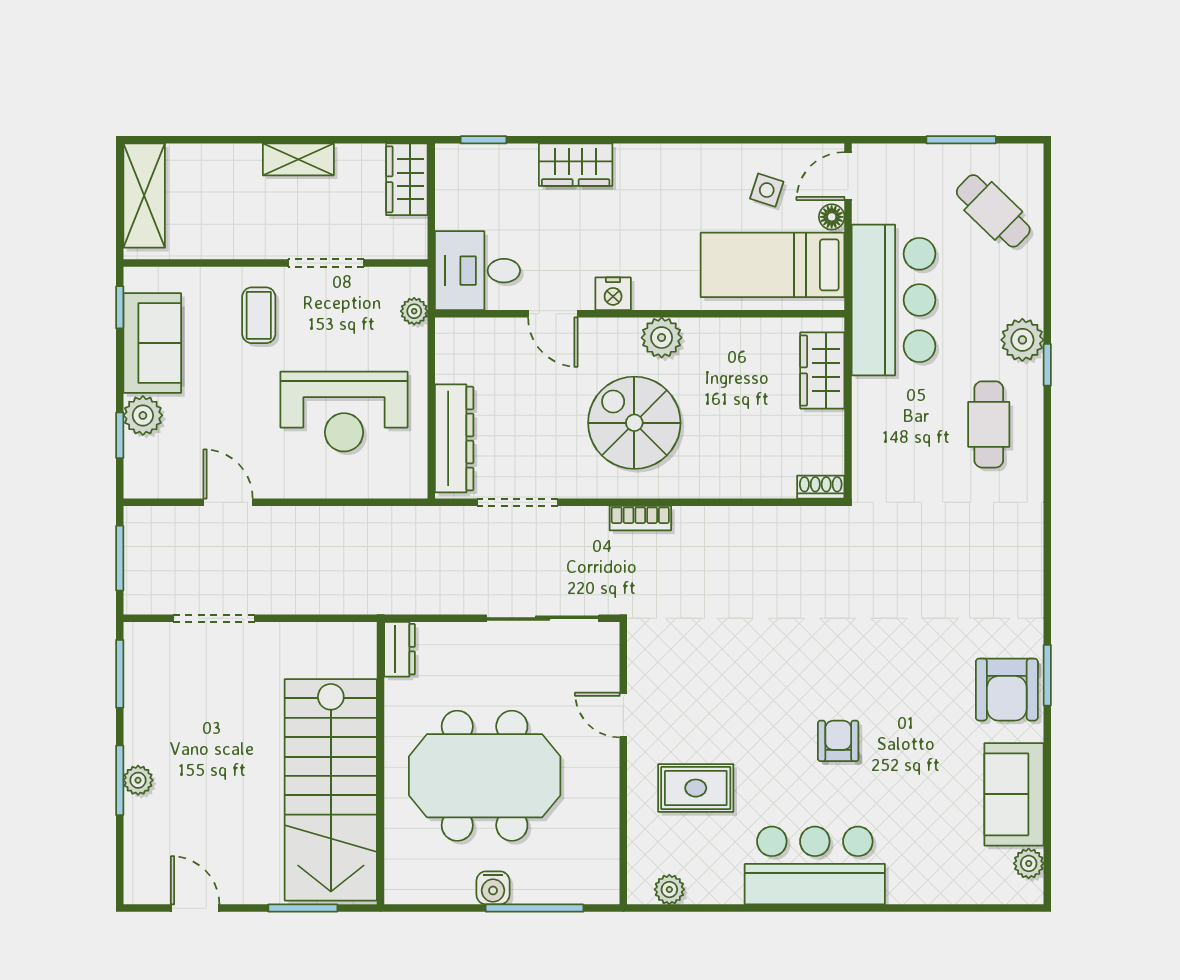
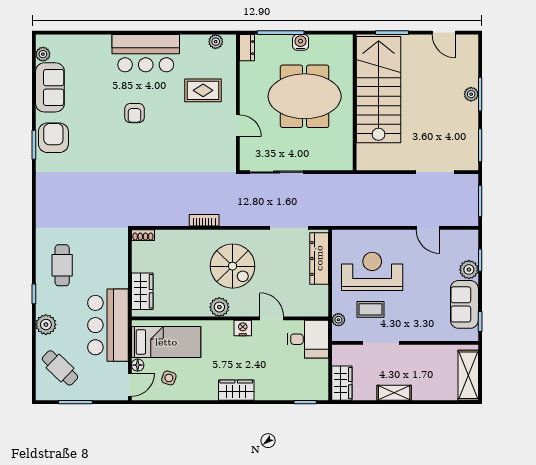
wardrobe: (576, 165) -> (236, 390), moved
coffee table: (259, 315) -> (371, 309), moved, turned 90
plant: (1022, 340) -> (46, 325), moved
bookcase: (640, 518) -> (204, 220), moved
dresser: (400, 649) -> (247, 48), moved, turned 180

